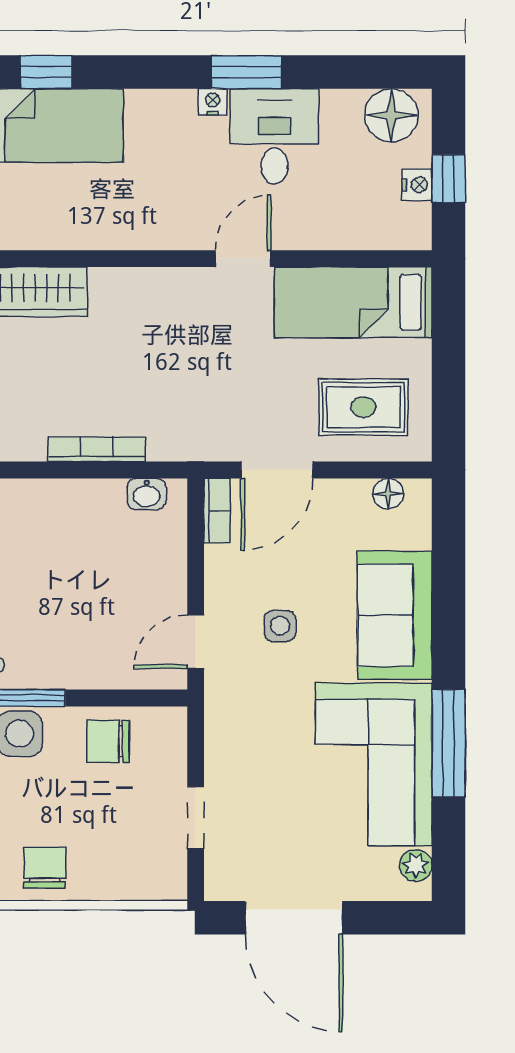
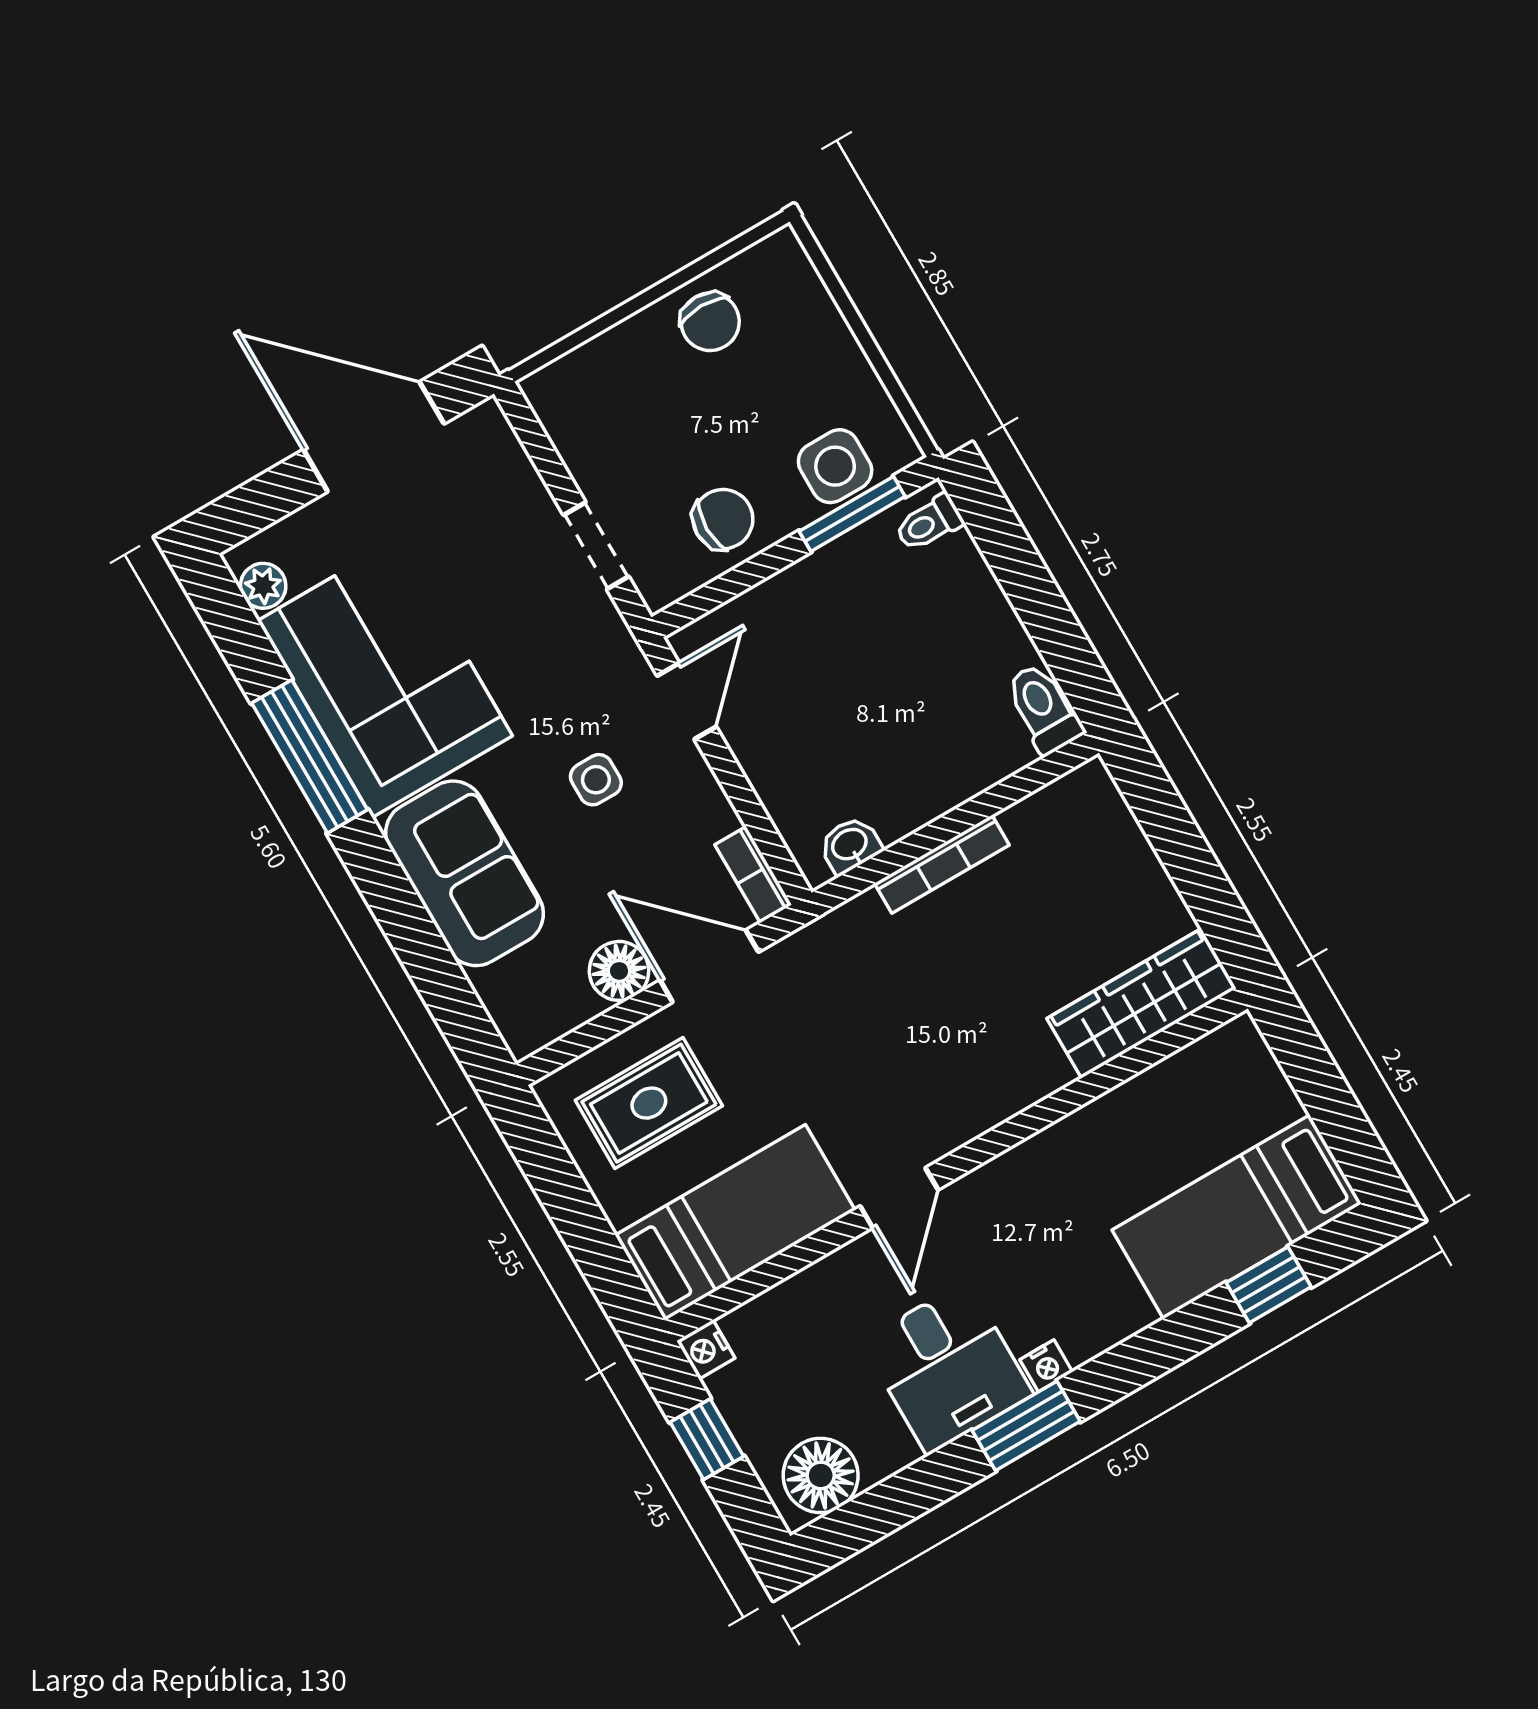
nightstand: (417, 185) -> (706, 1350), moved
door: (277, 470) -> (709, 966), hinge flipped
floor lamp: (388, 494) -> (619, 971), moved, width x1.37, depth x1.37
doorway: (196, 818) -> (596, 546), moved

